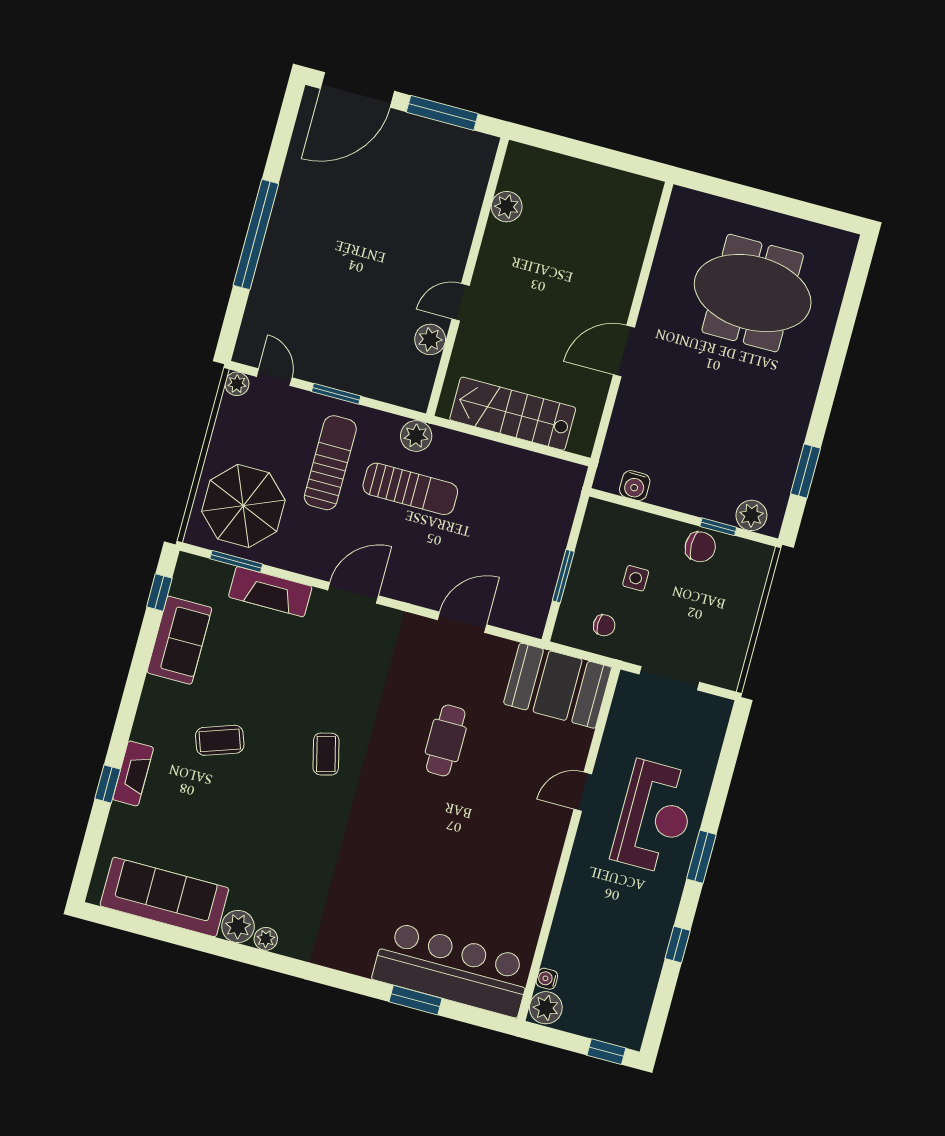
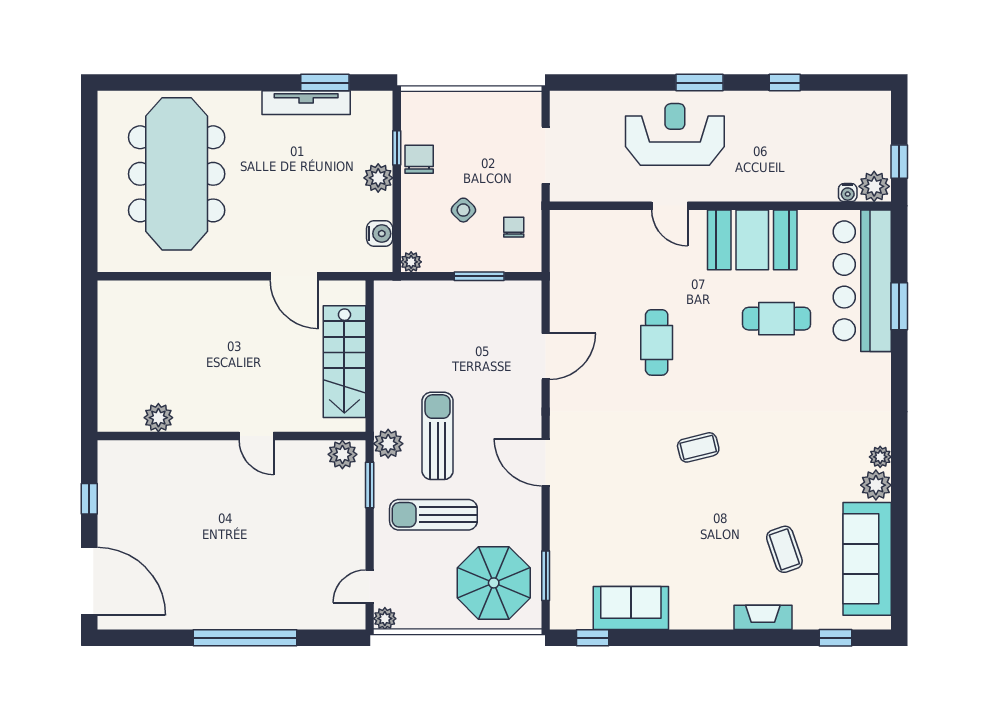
window: (442, 113) -> (89, 499), width x0.46
meeting table: (753, 293) -> (177, 174), width x1.36
plant: (430, 339) -> (342, 454), moved
door: (624, 351) -> (294, 276), moved
window: (336, 394) -> (370, 485), moved
tv unit: (790, 446) -> (306, 103), added
plant: (597, 510) -> (411, 262), added
plant: (751, 515) -> (378, 178), moved
side table: (636, 578) -> (463, 210), turned 45
fireplace: (270, 592) -> (565, 538), removed
door: (462, 622) -> (546, 356), swing flipped
booth: (558, 686) -> (752, 240), moved, turned 90
coffee table: (220, 740) -> (784, 549), moved
cafe table: (446, 740) -> (657, 342), turned 90
window: (108, 784) -> (835, 638), moved
cafe table: (437, 870) -> (776, 319), added
window: (606, 1052) -> (899, 162), moved

